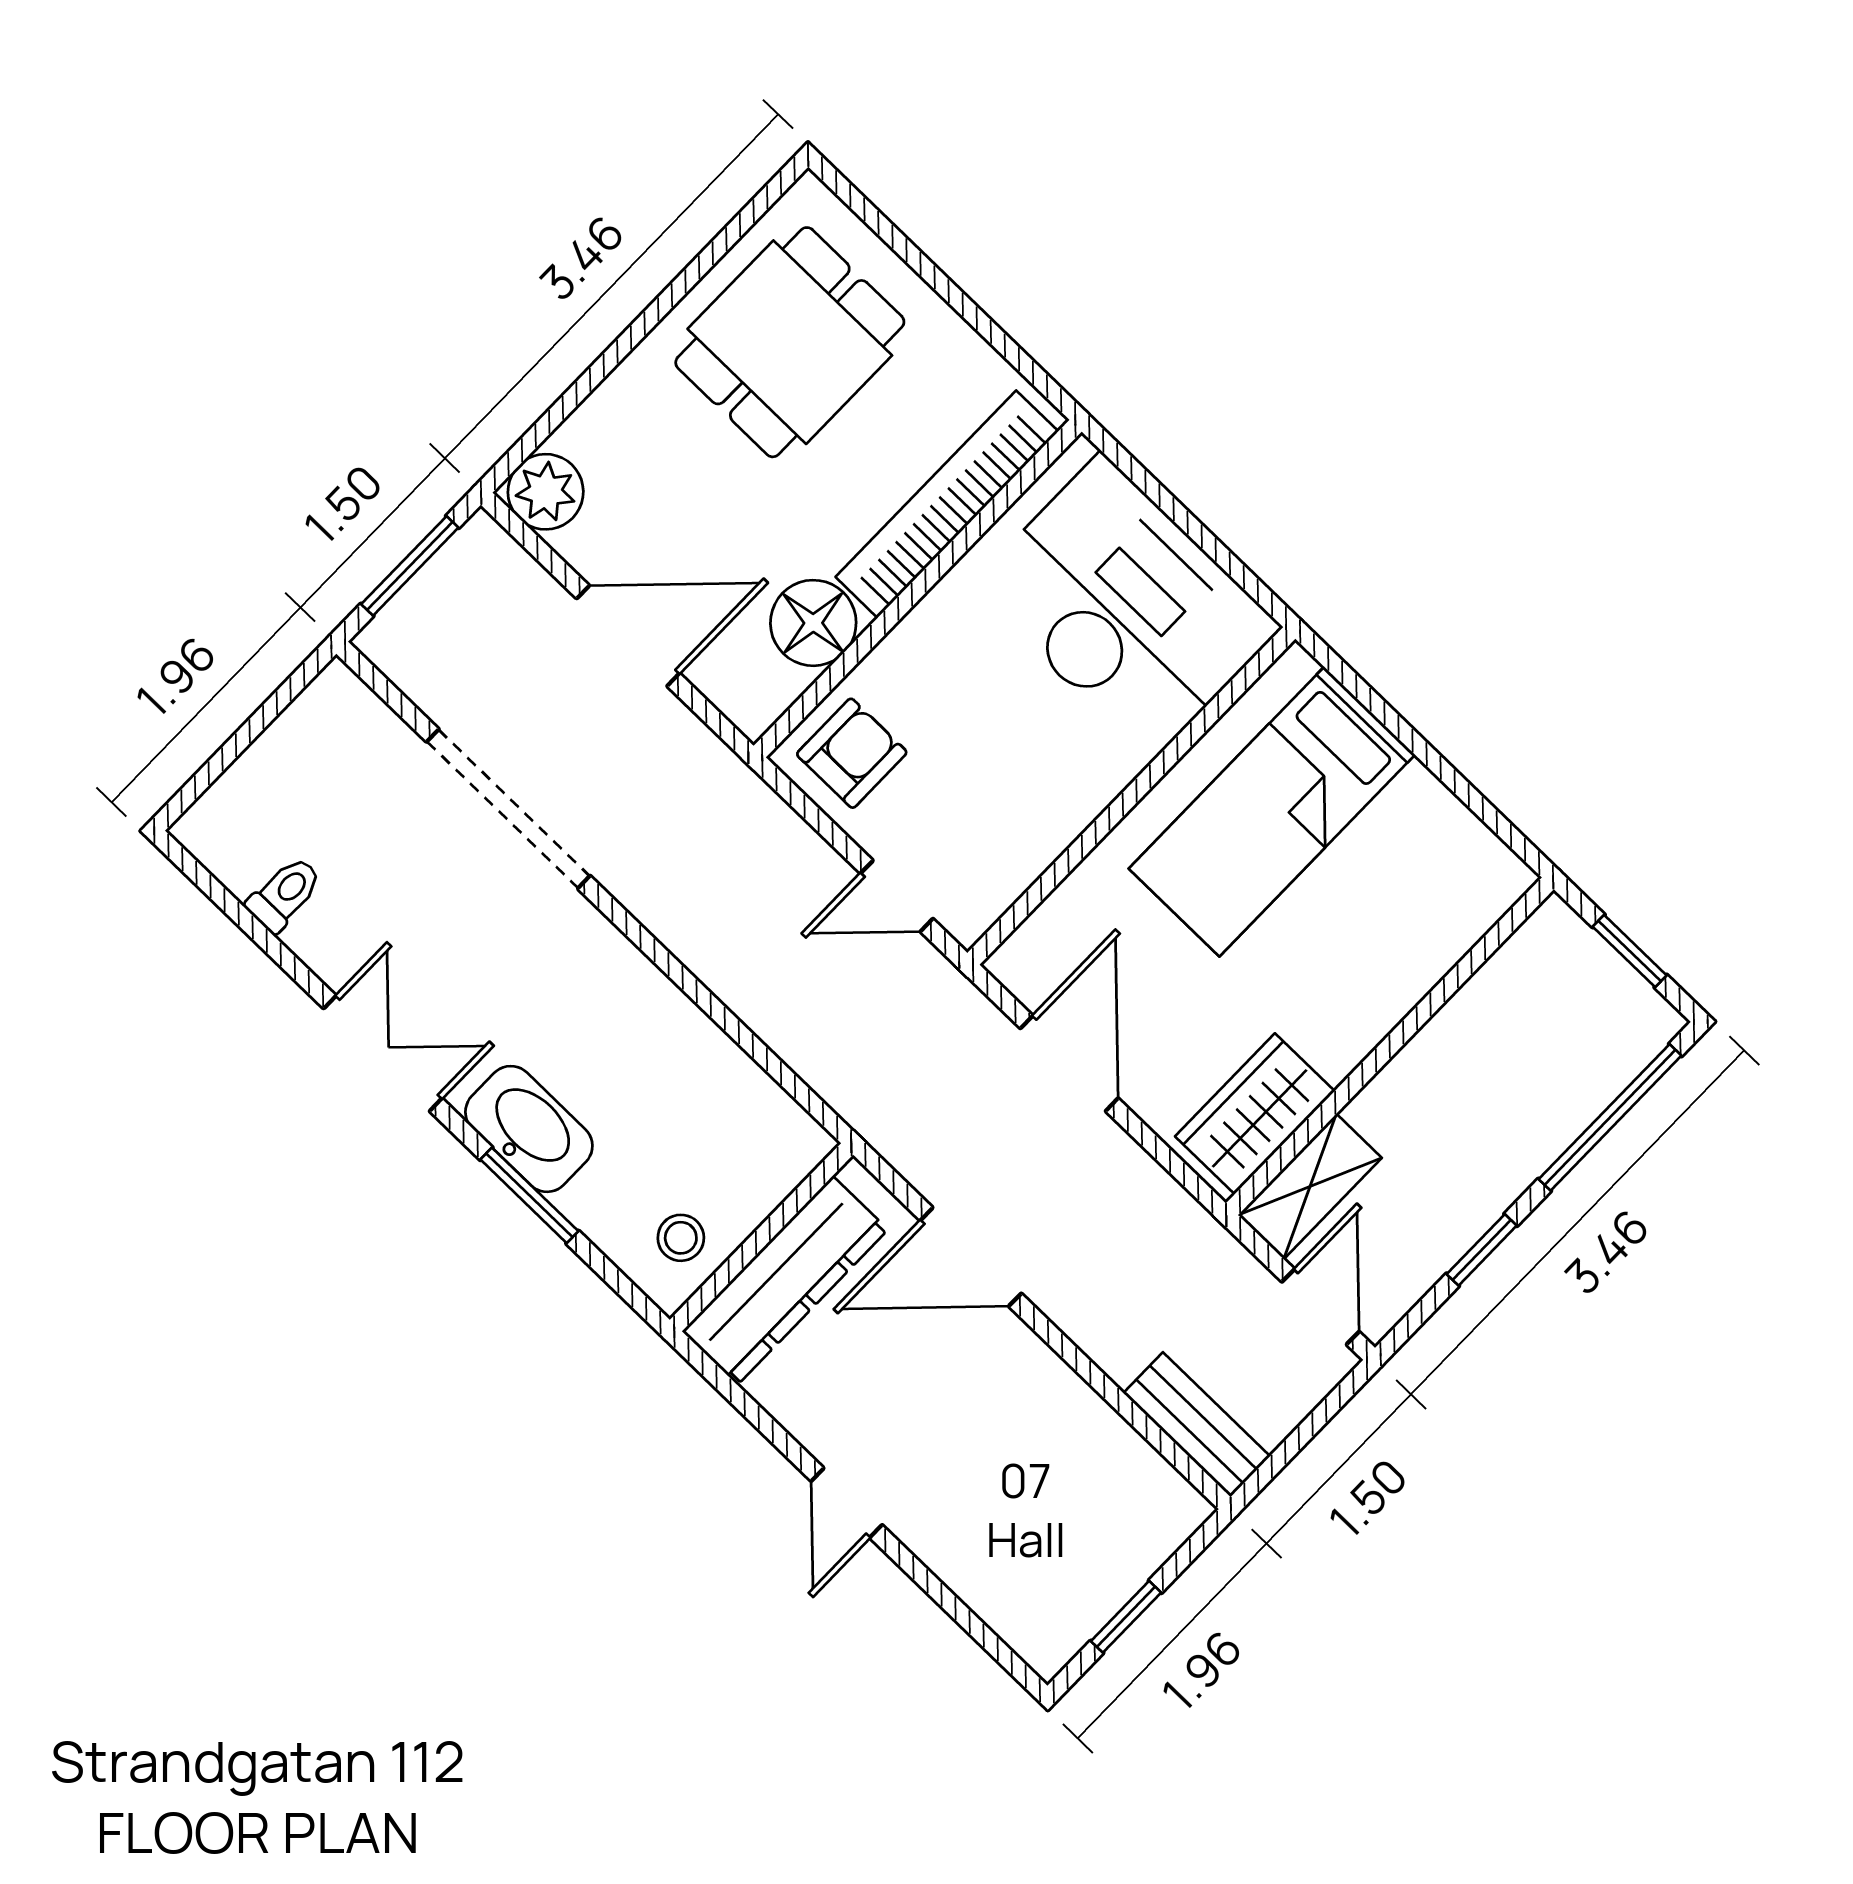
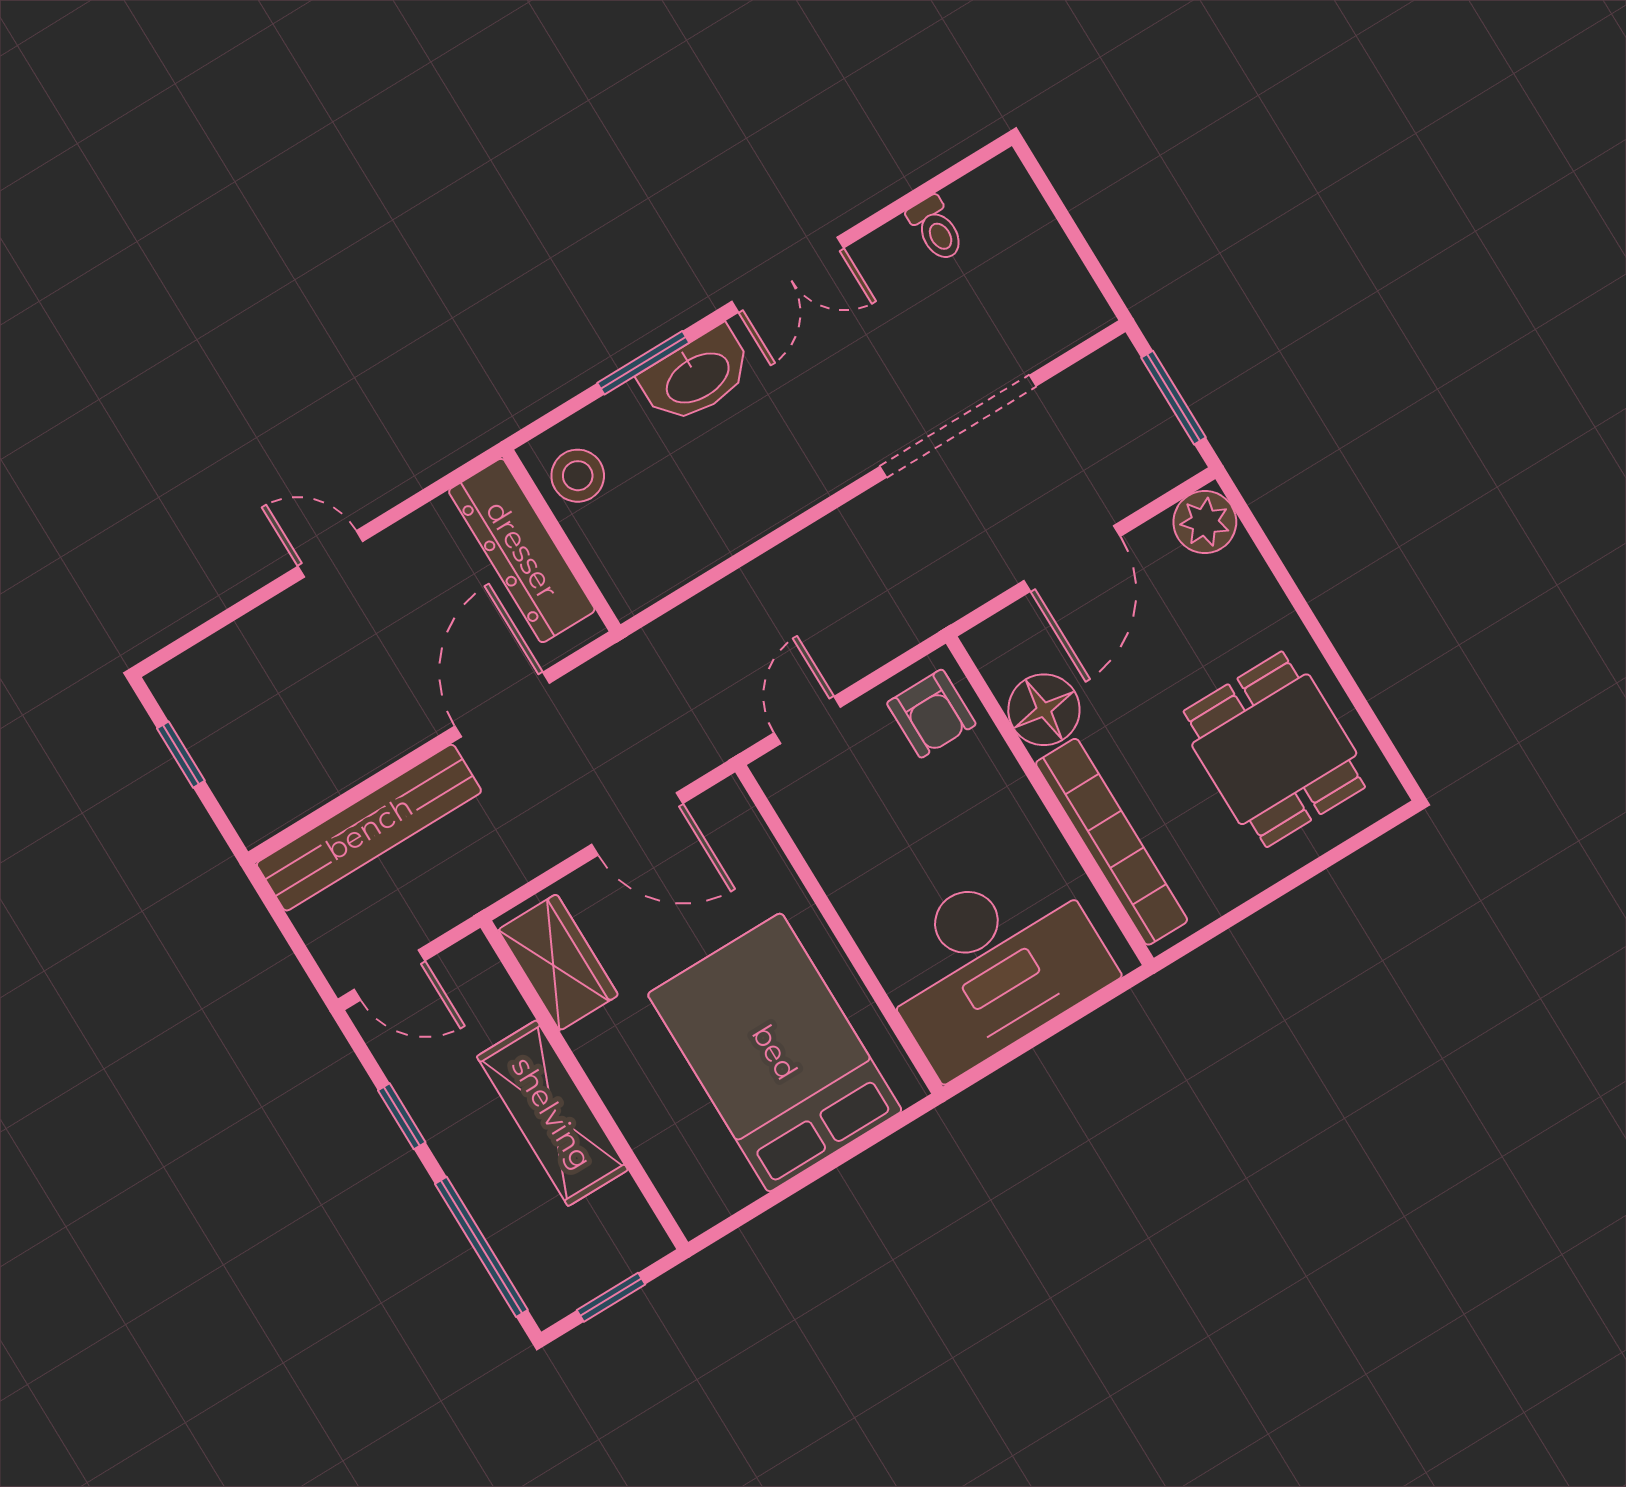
bed: (1272, 812) -> (775, 1052), width x1.50
shelving: (1310, 1186) -> (552, 1113), moved, width x1.50, depth x1.33
stool: (681, 1238) -> (578, 476), width x1.37, depth x1.37
bench: (1197, 1425) -> (369, 828), width x1.86, depth x1.21

